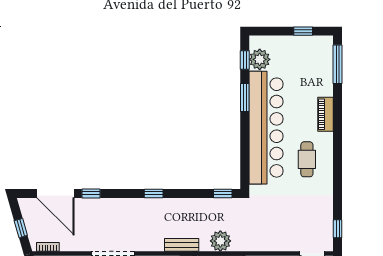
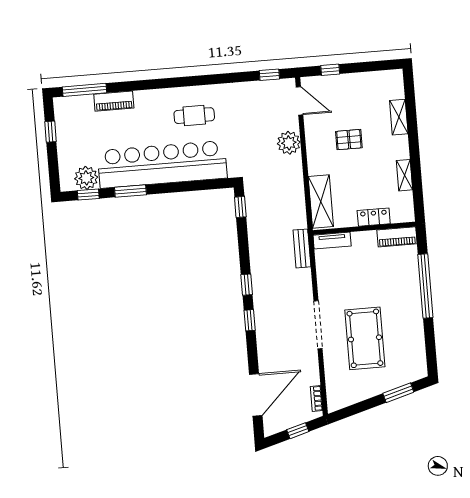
piano: (326, 114) -> (114, 101), moved
window: (91, 193) -> (250, 320), moved
plant: (220, 241) -> (289, 143), moved

